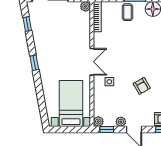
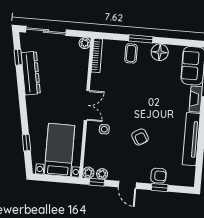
dresser: (40, 37) -> (31, 73), added
window: (34, 63) -> (26, 143), moved
plant: (121, 122) -> (102, 174), moved

